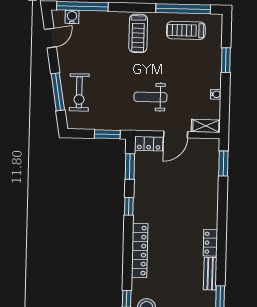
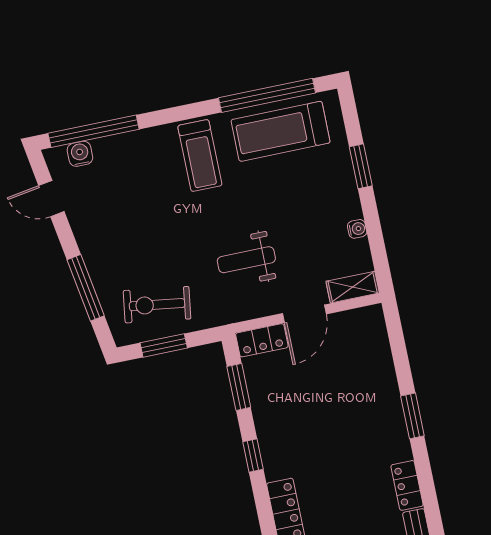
treadmill: (186, 30) -> (280, 131), width x1.37, depth x1.38
door: (50, 38) -> (51, 199), swing flipped
exercise bike: (79, 92) -> (157, 305), moved, turned 98
window: (107, 134) -> (164, 345), moved
window: (223, 163) -> (412, 416), moved

